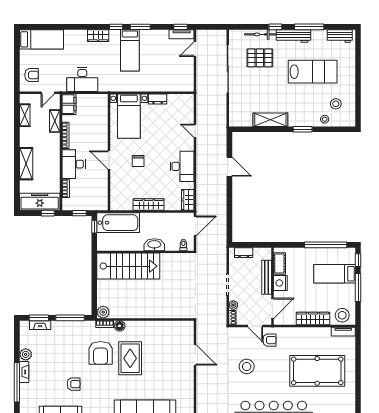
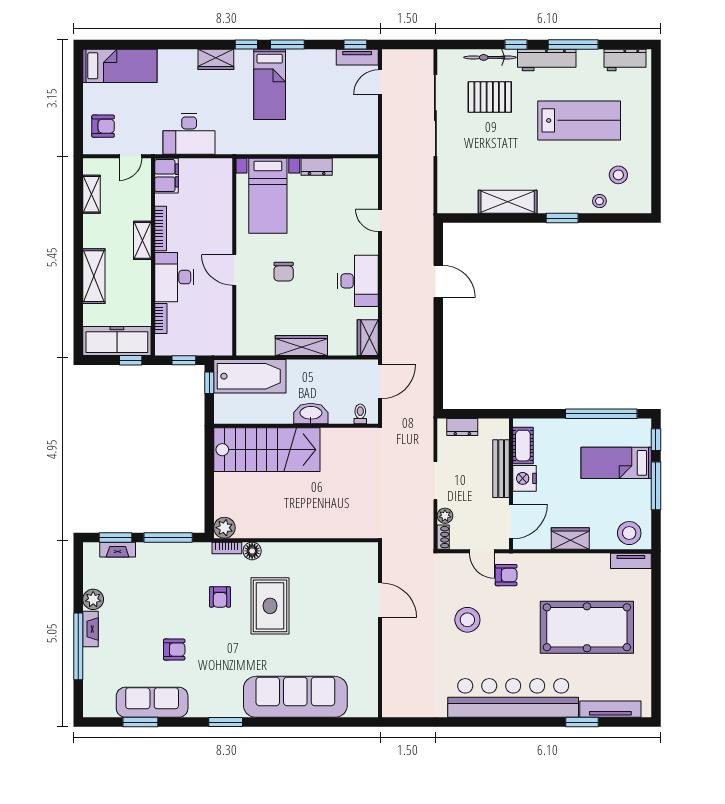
shelving: (55, 121) -> (142, 240), moved
wardrobe: (313, 318) -> (570, 538), width x0.67
armchair: (101, 353) -> (220, 597), width x0.53, depth x0.53

